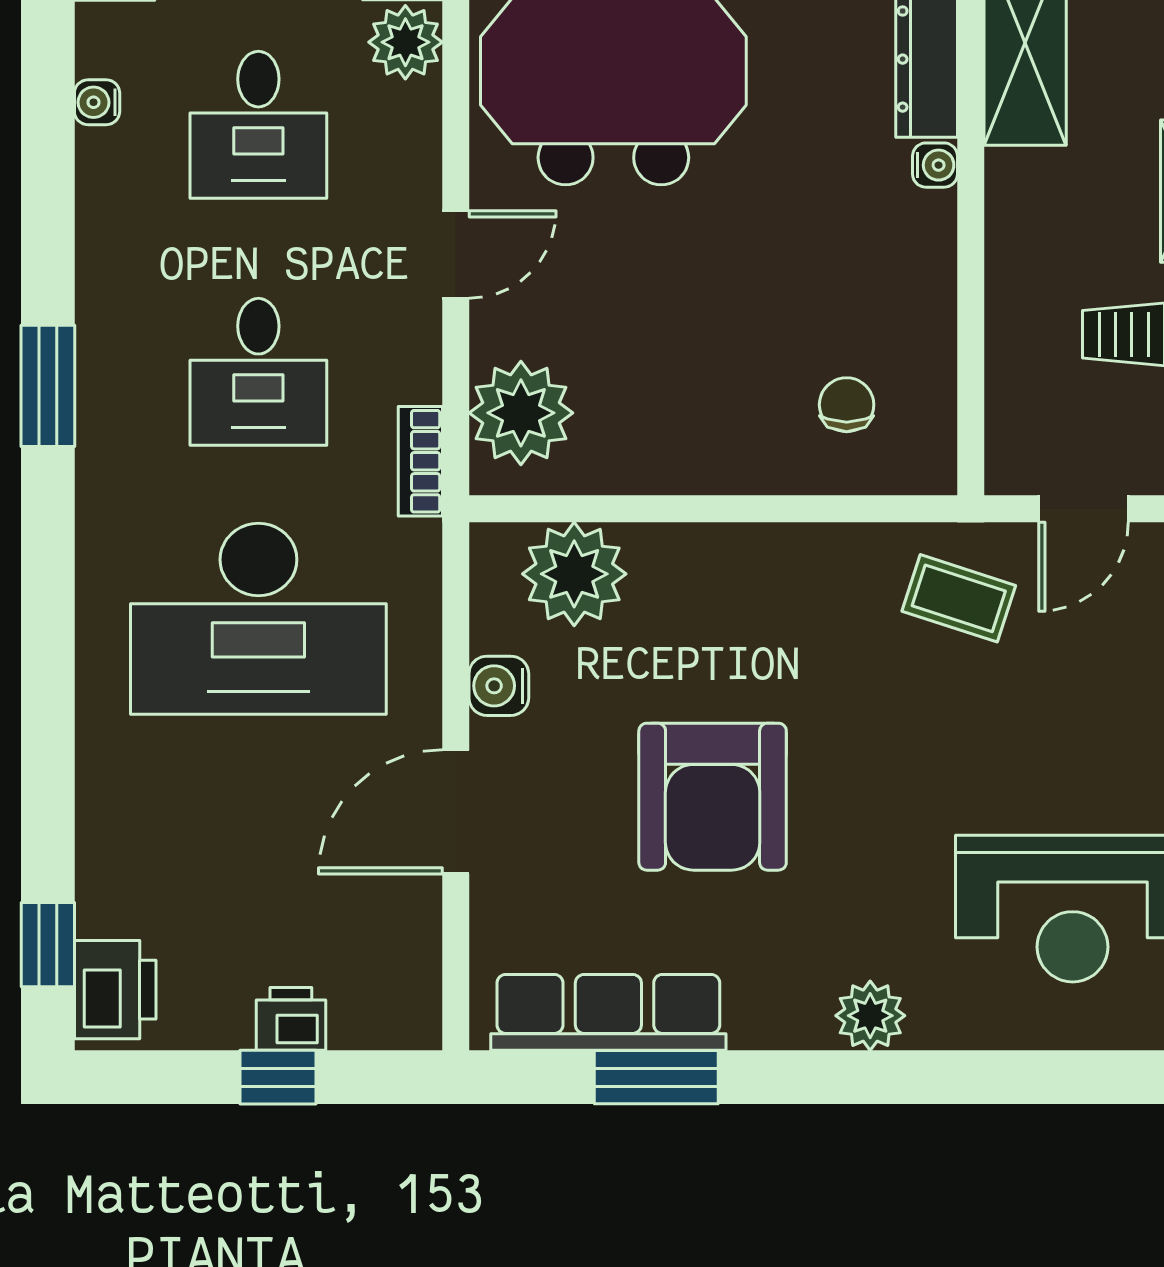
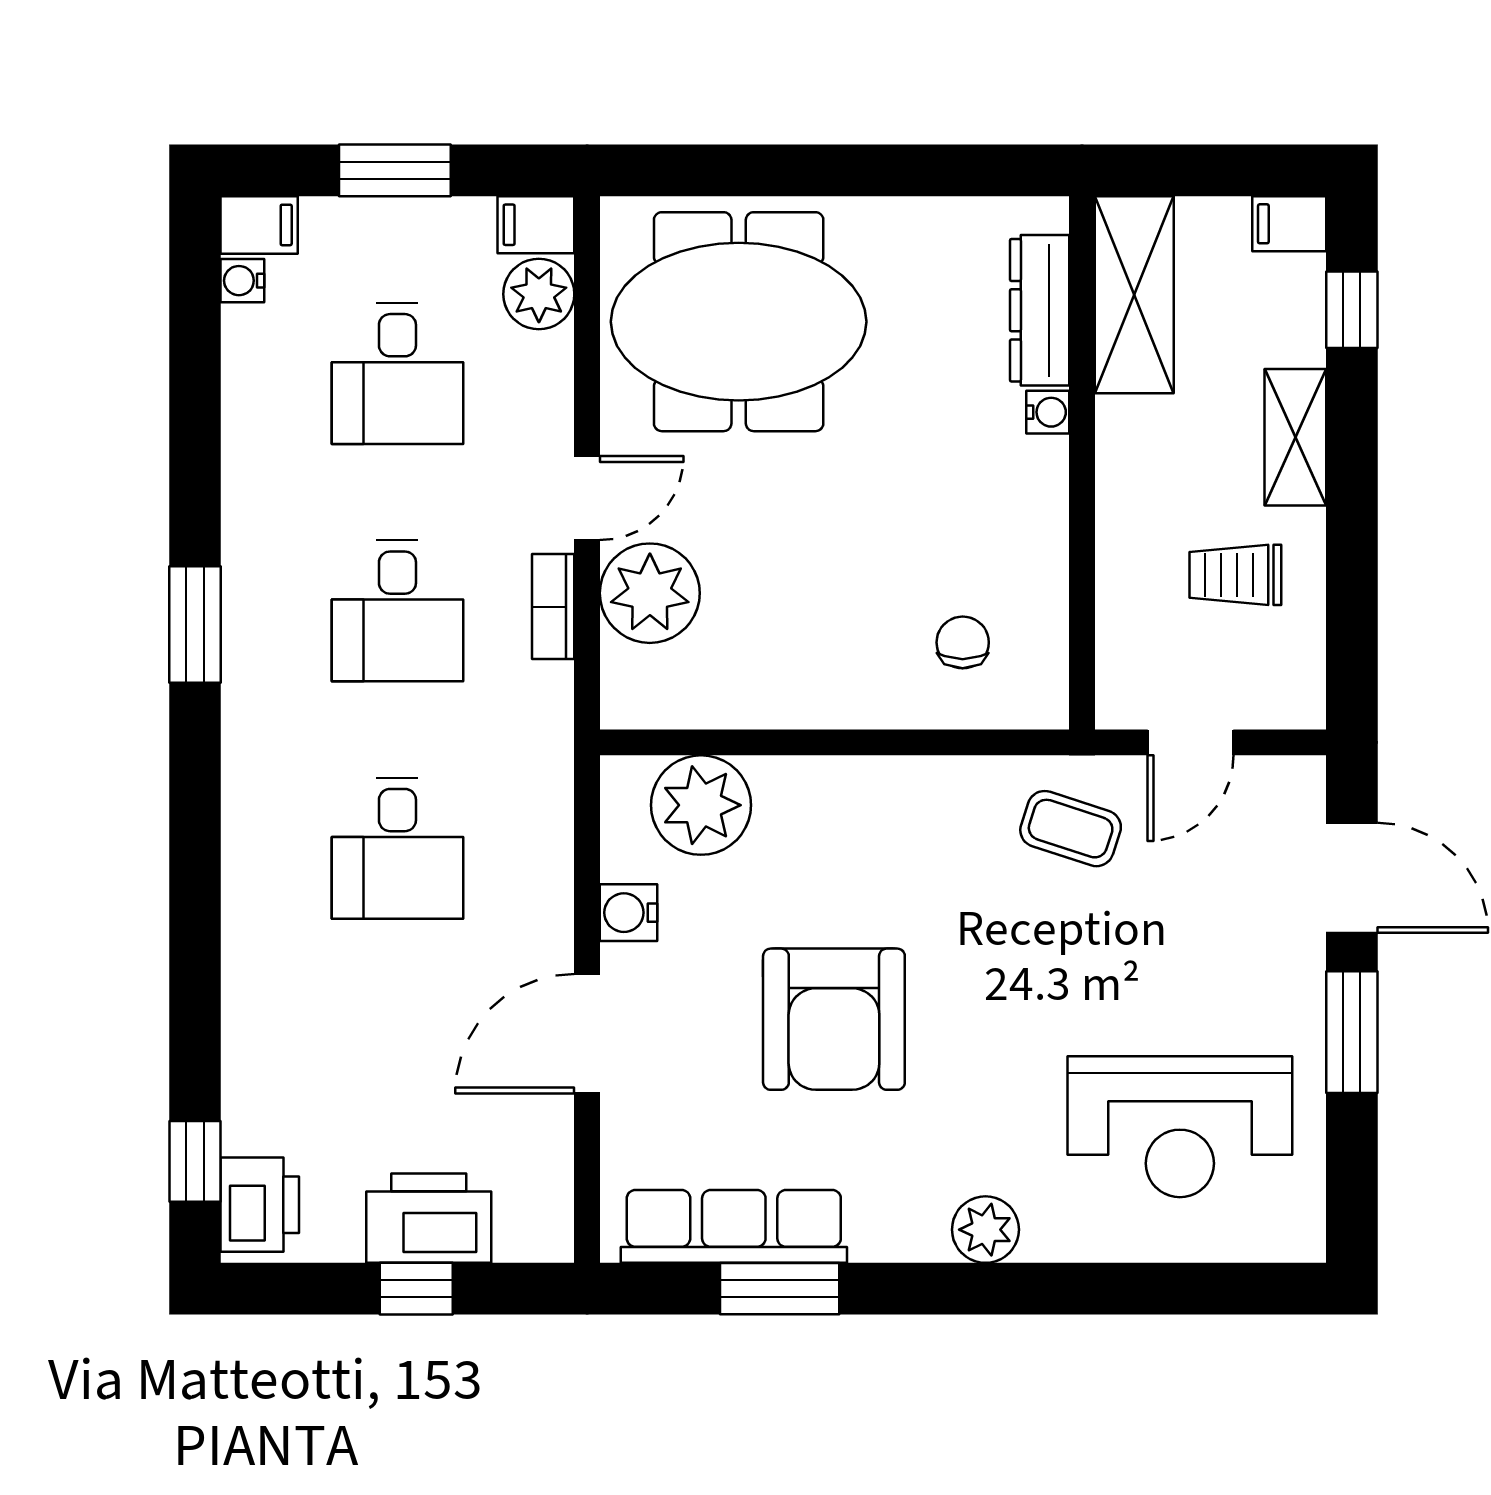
water cooler: (97, 102) -> (242, 281), moved
plant: (521, 413) -> (650, 593), moved
bookcase: (420, 461) -> (553, 607), moved
desk: (258, 619) -> (397, 848), width x0.53, depth x0.77
printer: (291, 1019) -> (429, 1218), width x1.87, depth x1.48

